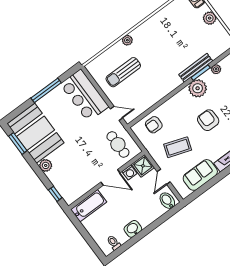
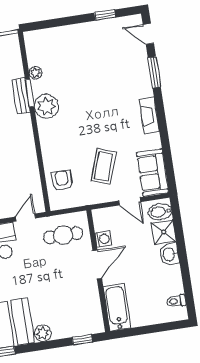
bench: (196, 68) -> (21, 96), width x0.73
armchair: (208, 120) -> (91, 114), removed
armchair: (154, 125) -> (62, 181), turned 180
shower: (143, 166) -> (164, 232), moved
sofa: (200, 175) -> (153, 173), moved
washbasin: (133, 229) -> (169, 254), moved

